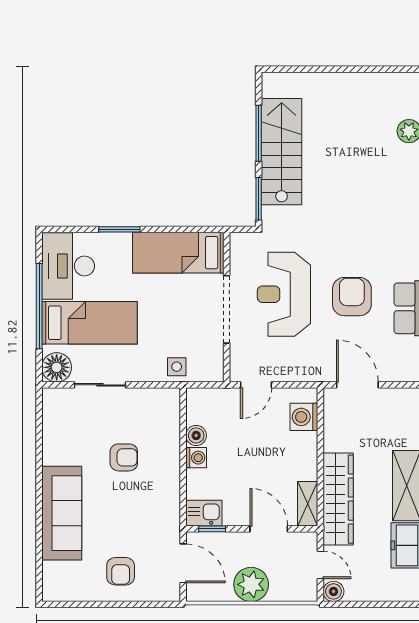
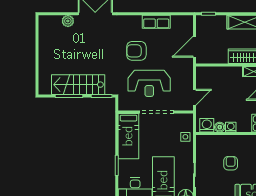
armchair: (352, 297) -> (136, 51), moved
door: (256, 385) -> (194, 97), hinge flipped
washing machine: (304, 417) -> (207, 125), moved, turned 180

